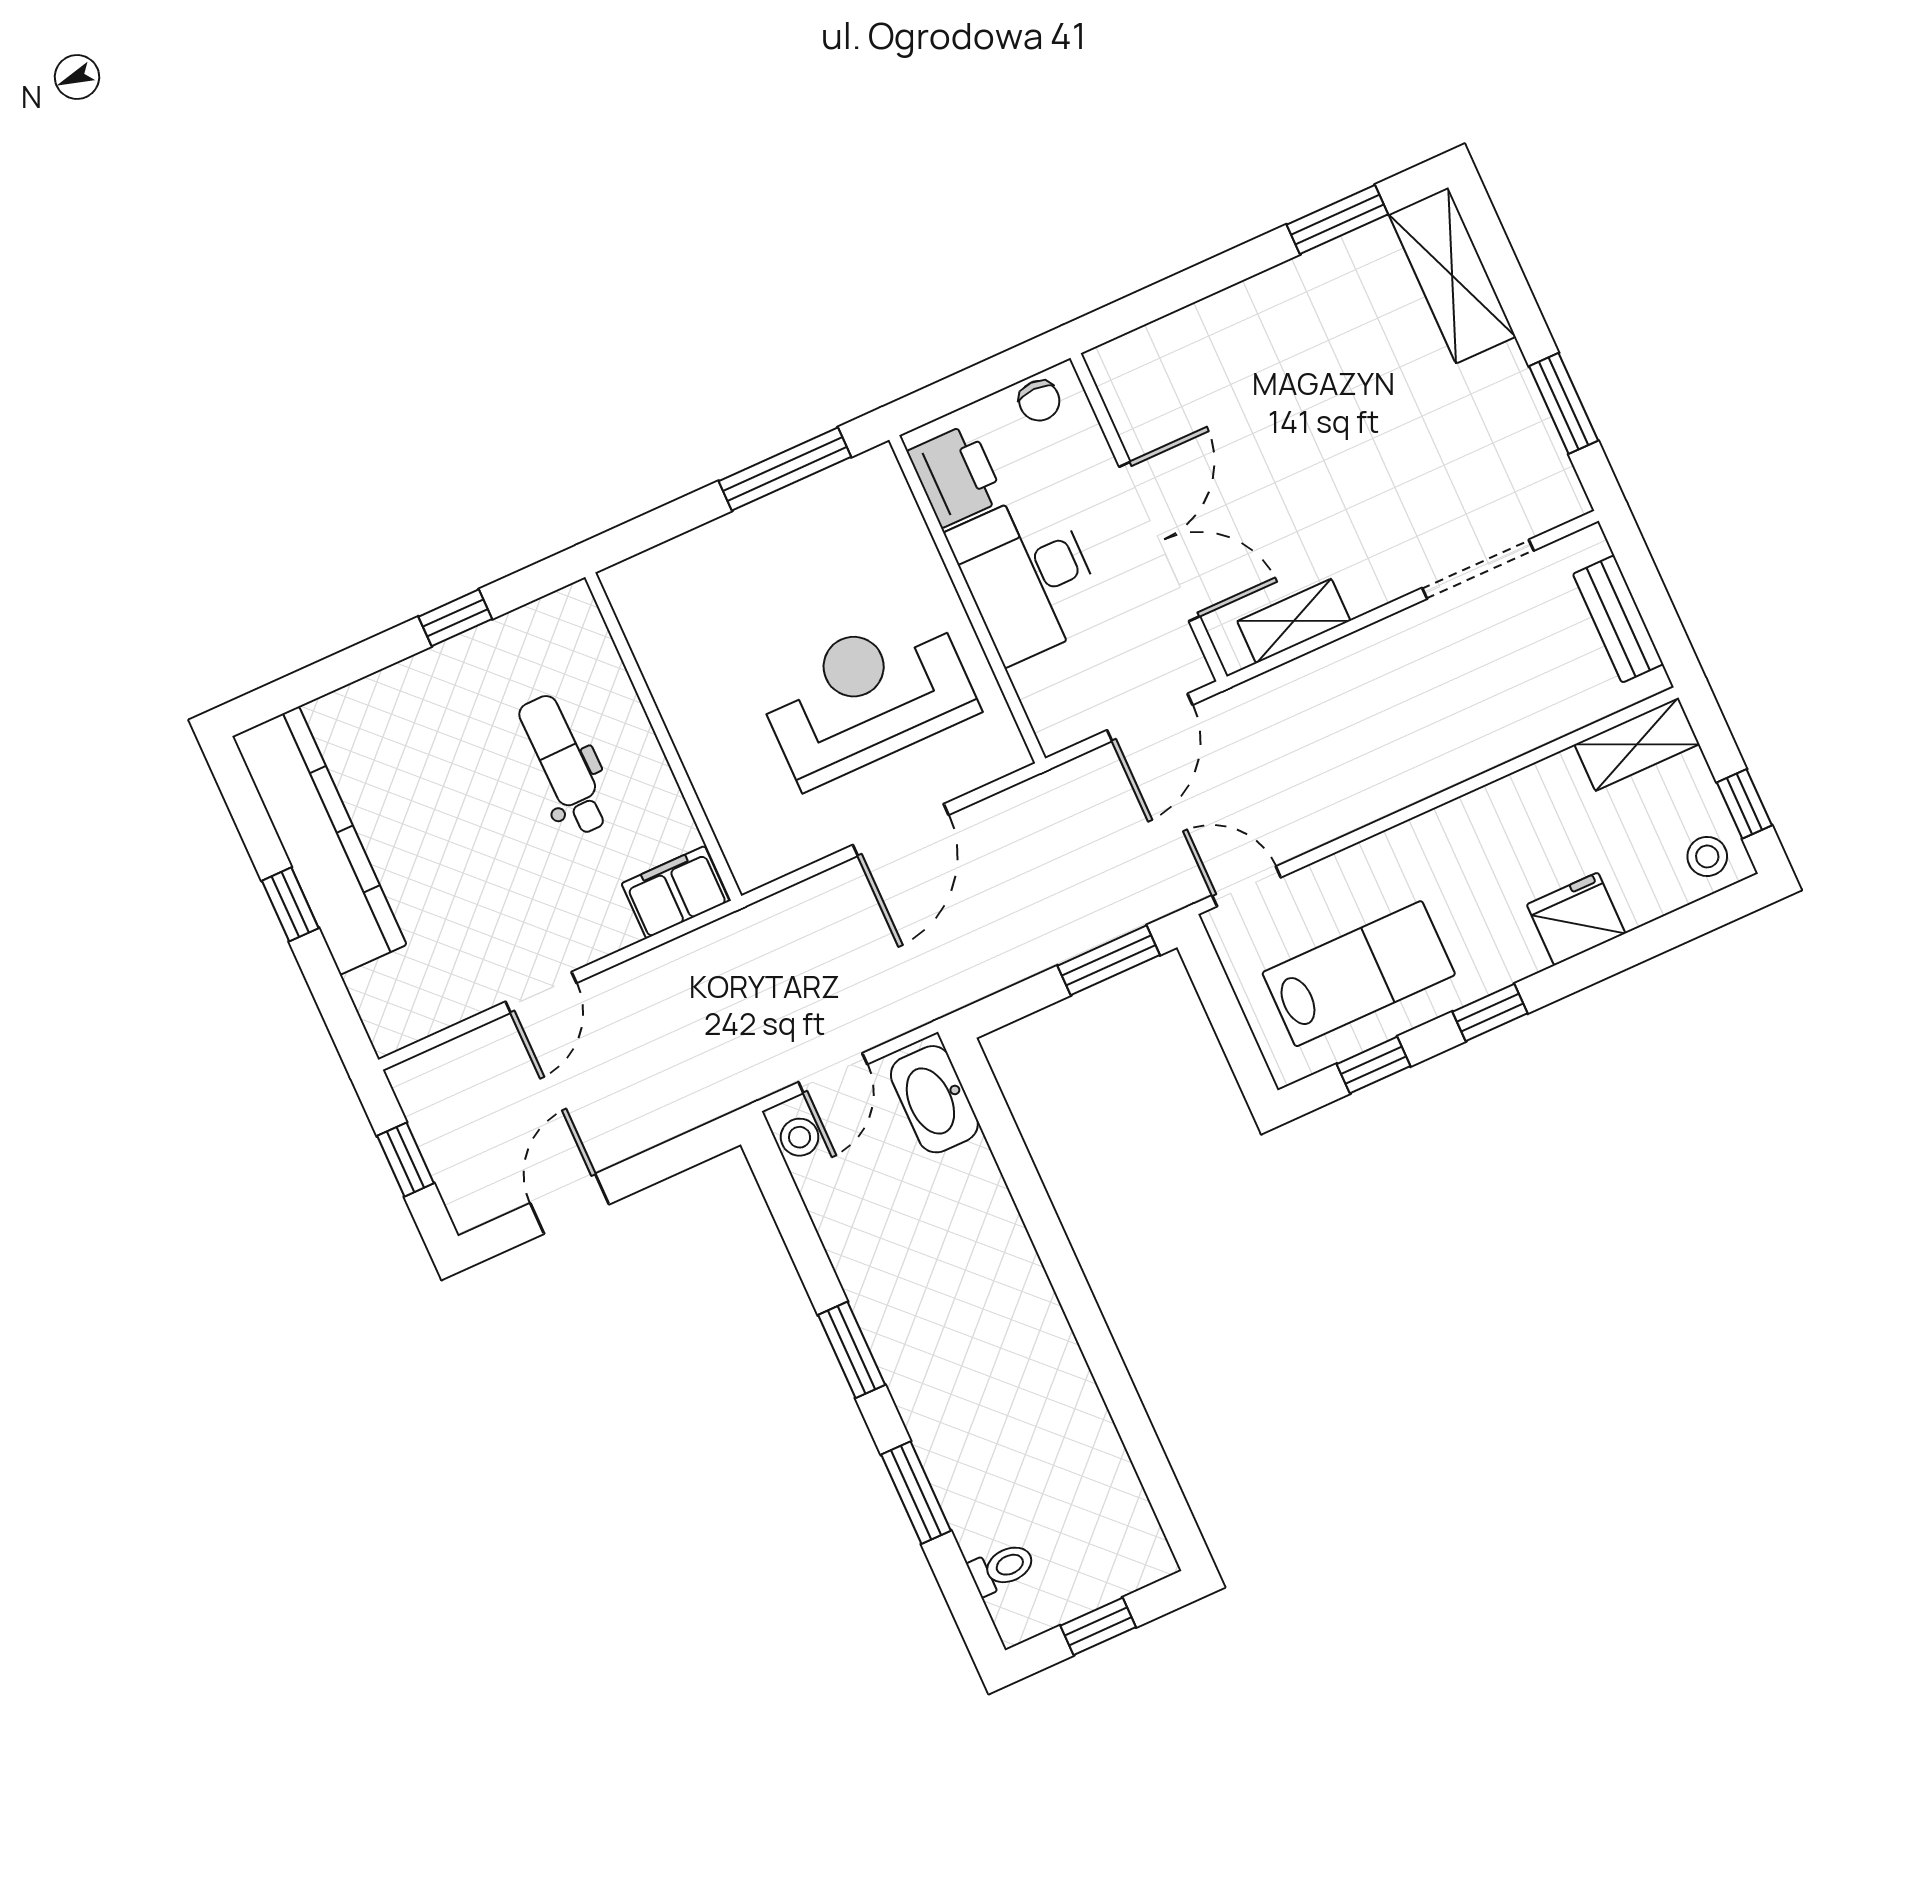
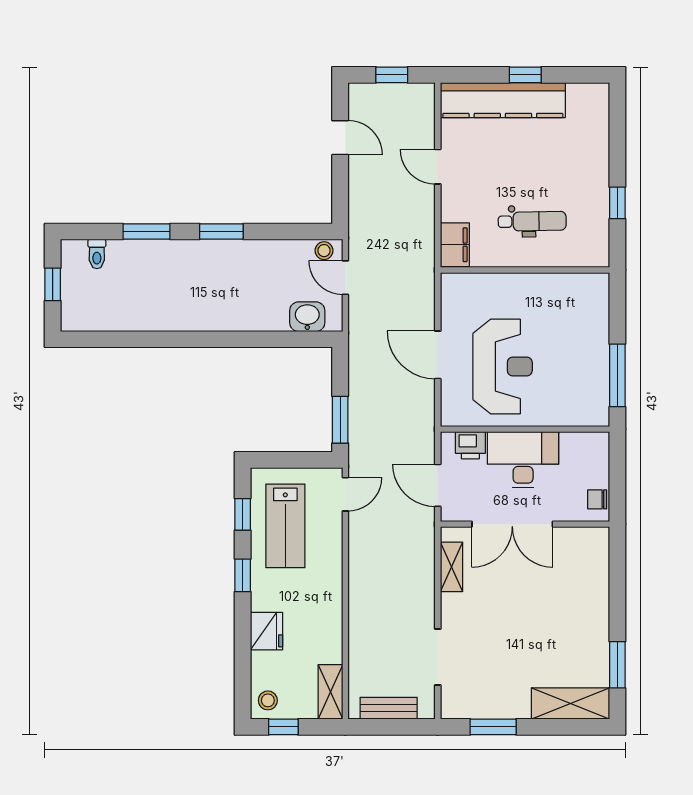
printer: (956, 475) -> (470, 445), moved, width x0.73, depth x0.81
kitchen counter: (319, 841) -> (503, 100), moved
washbasin: (934, 1099) -> (307, 317), width x0.72

